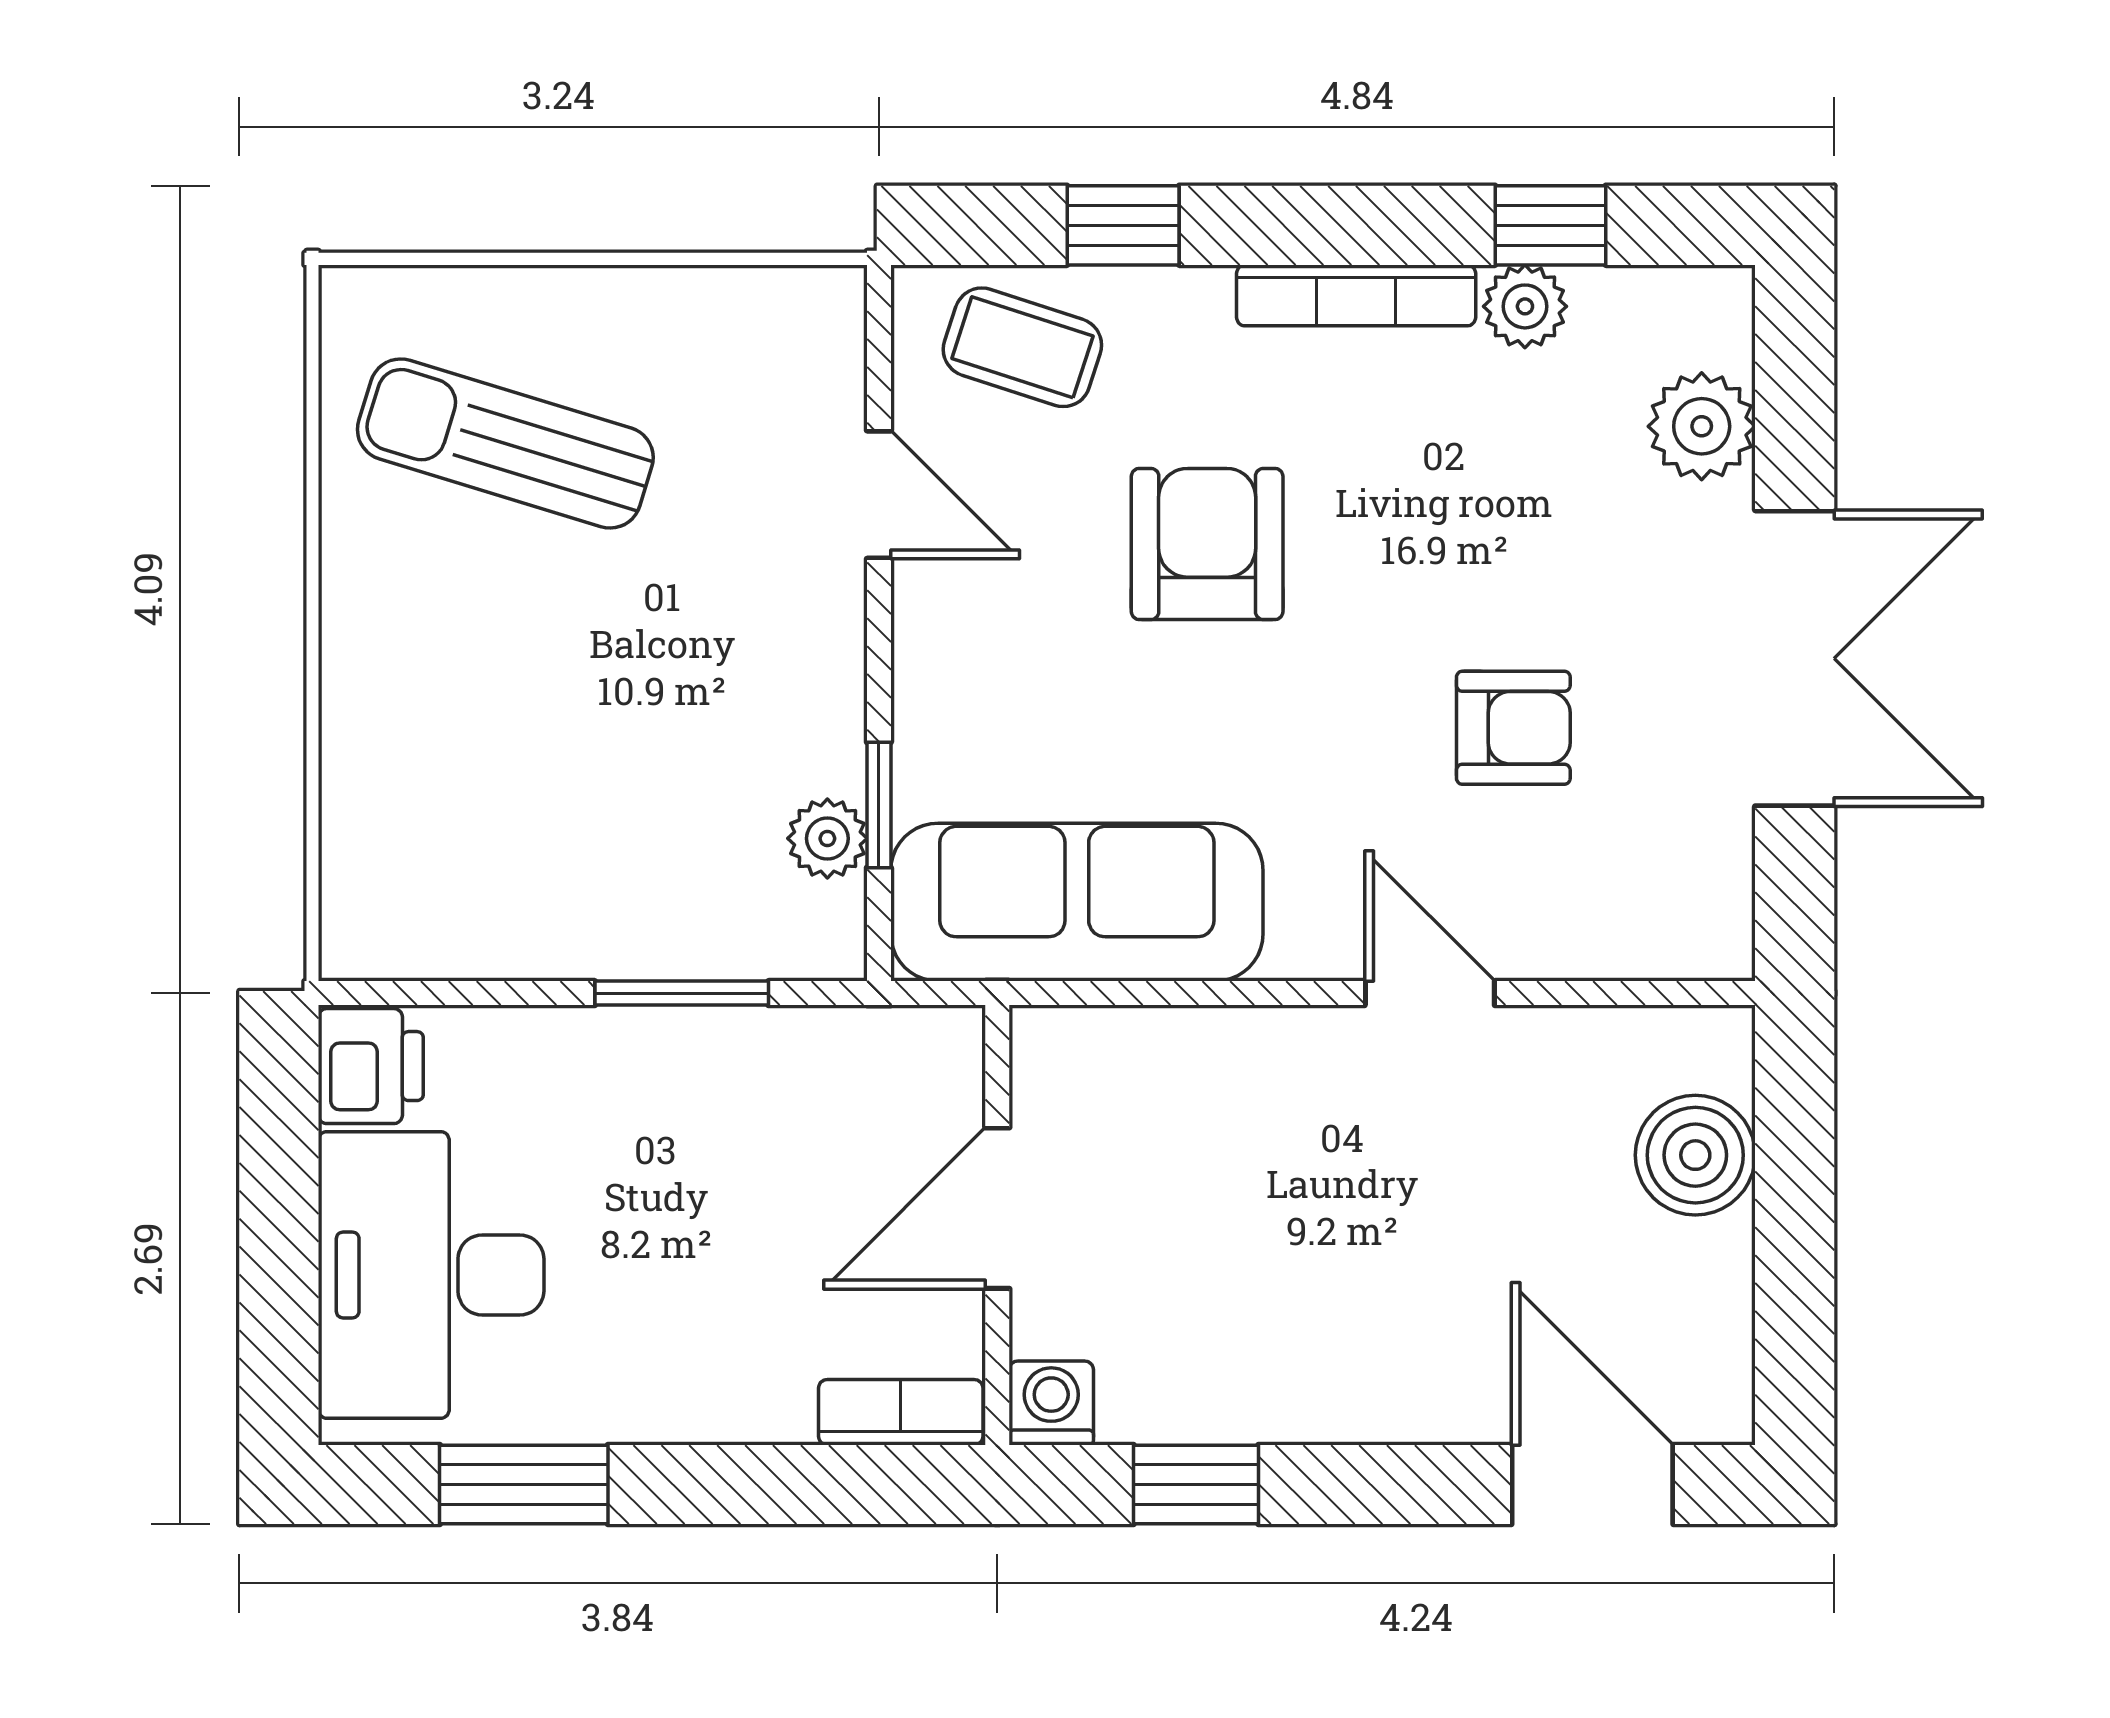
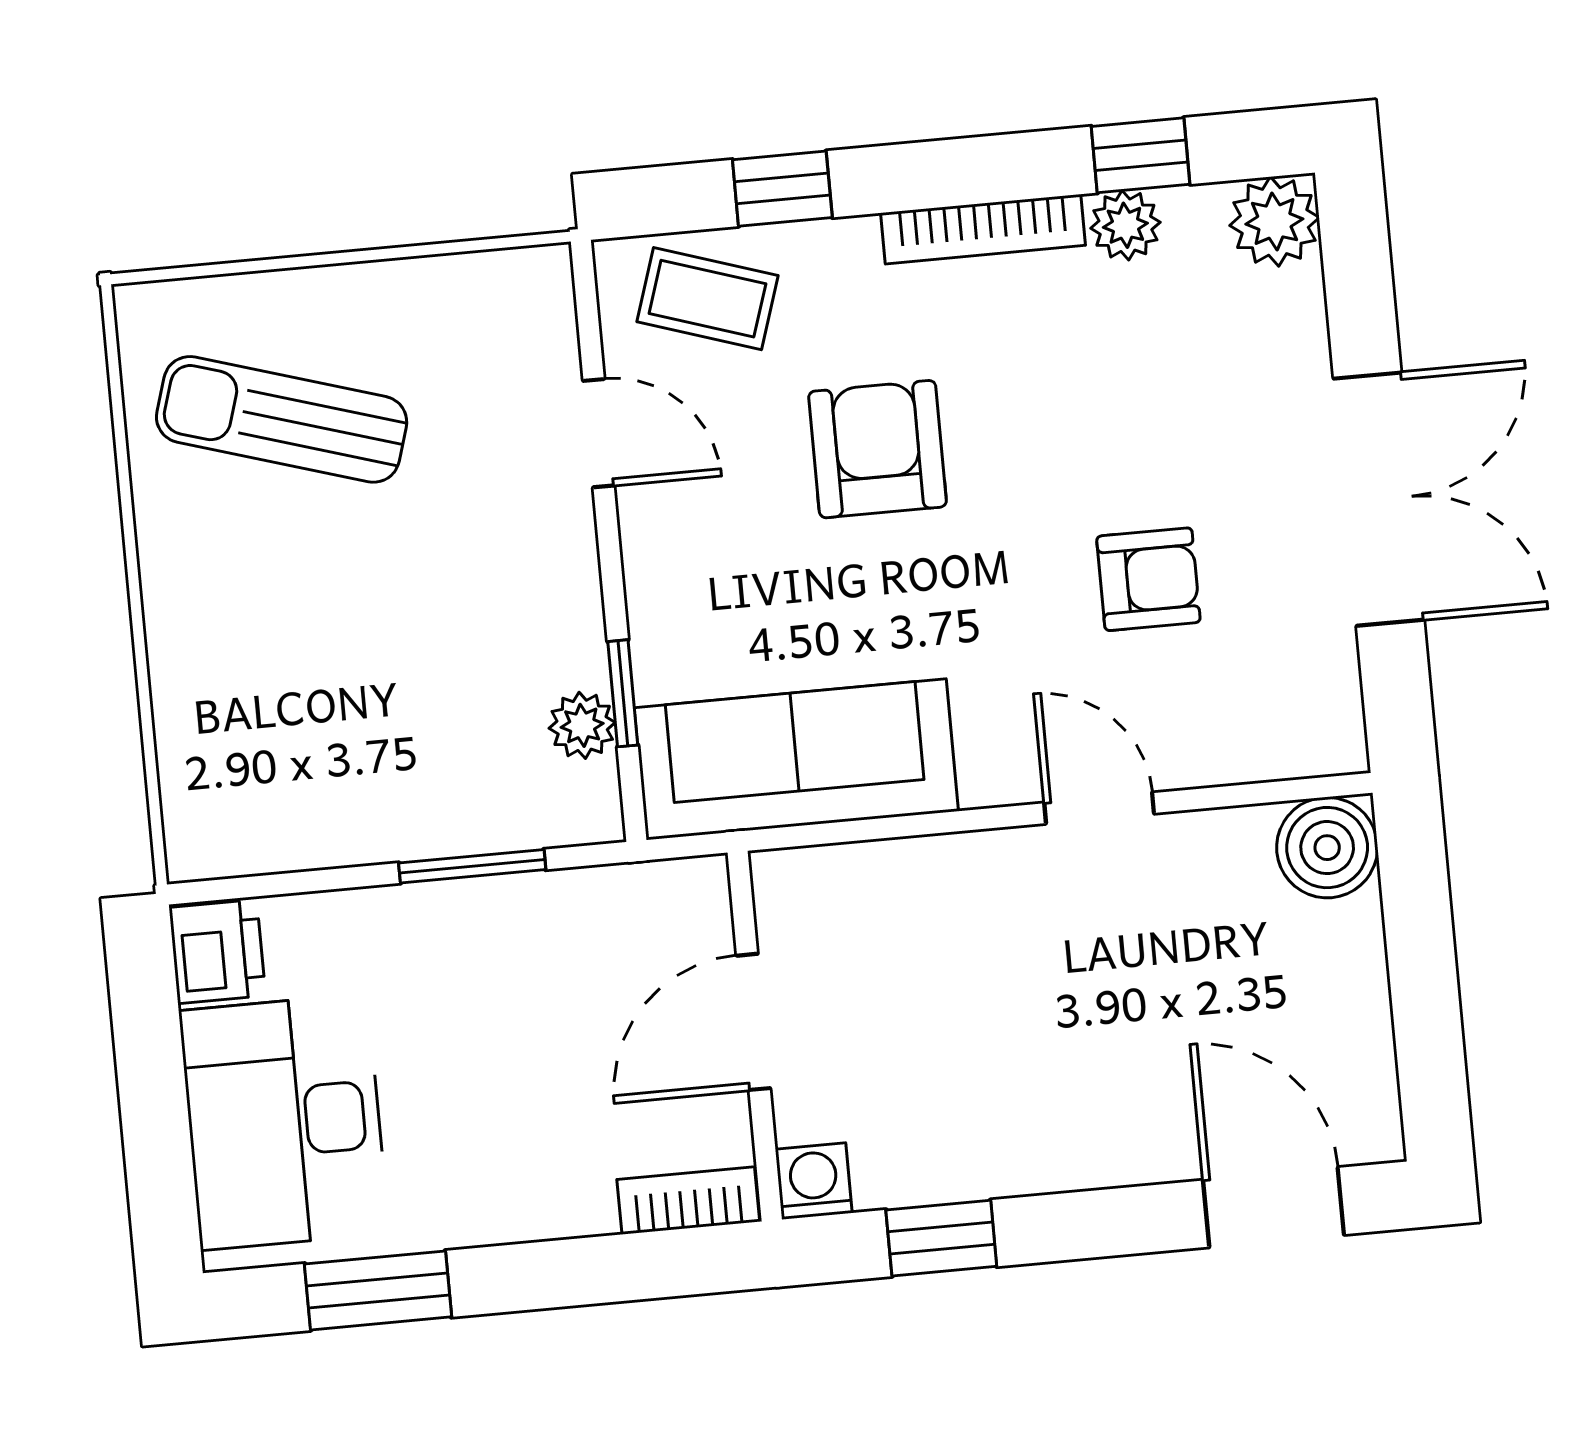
plant: (1702, 426) -> (1274, 222), moved
boiler: (1695, 1155) -> (1327, 848), moved

